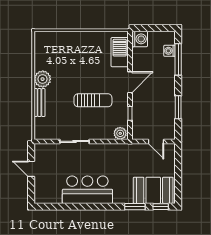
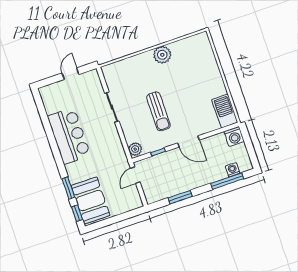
barbecue: (120, 52) -> (225, 111), moved, turned -90
bench: (39, 103) -> (138, 60), removed
door: (156, 141) -> (135, 175), moved

